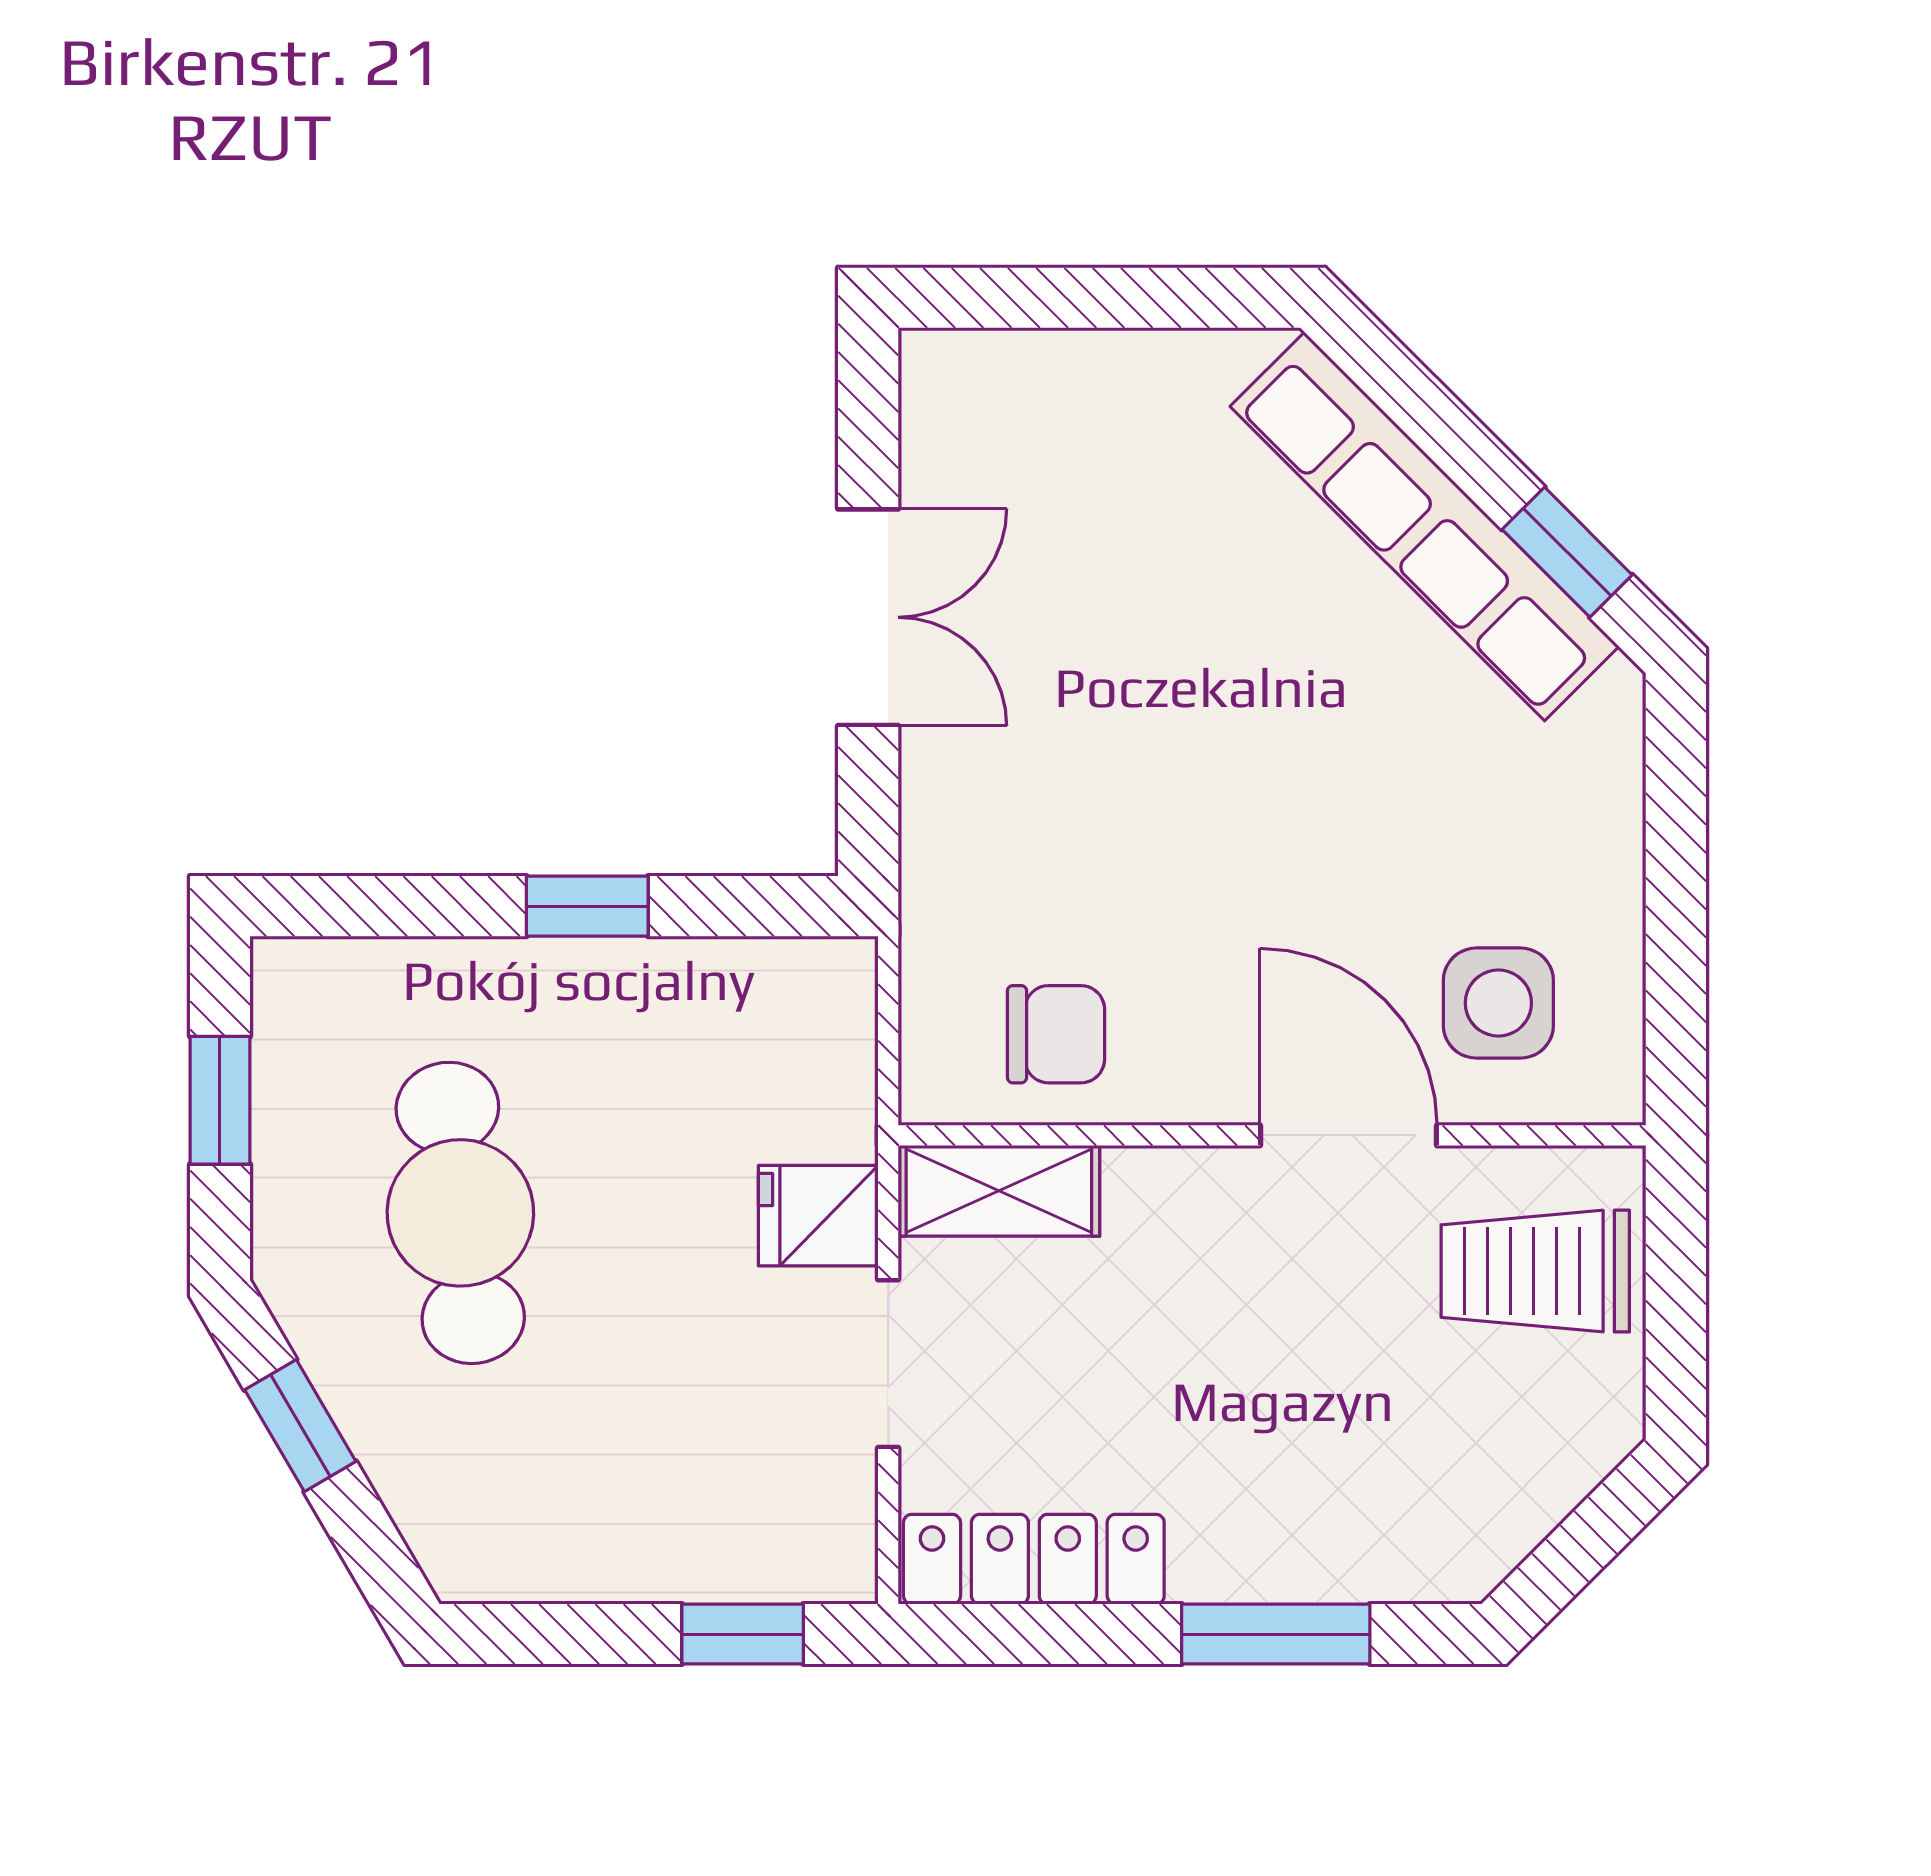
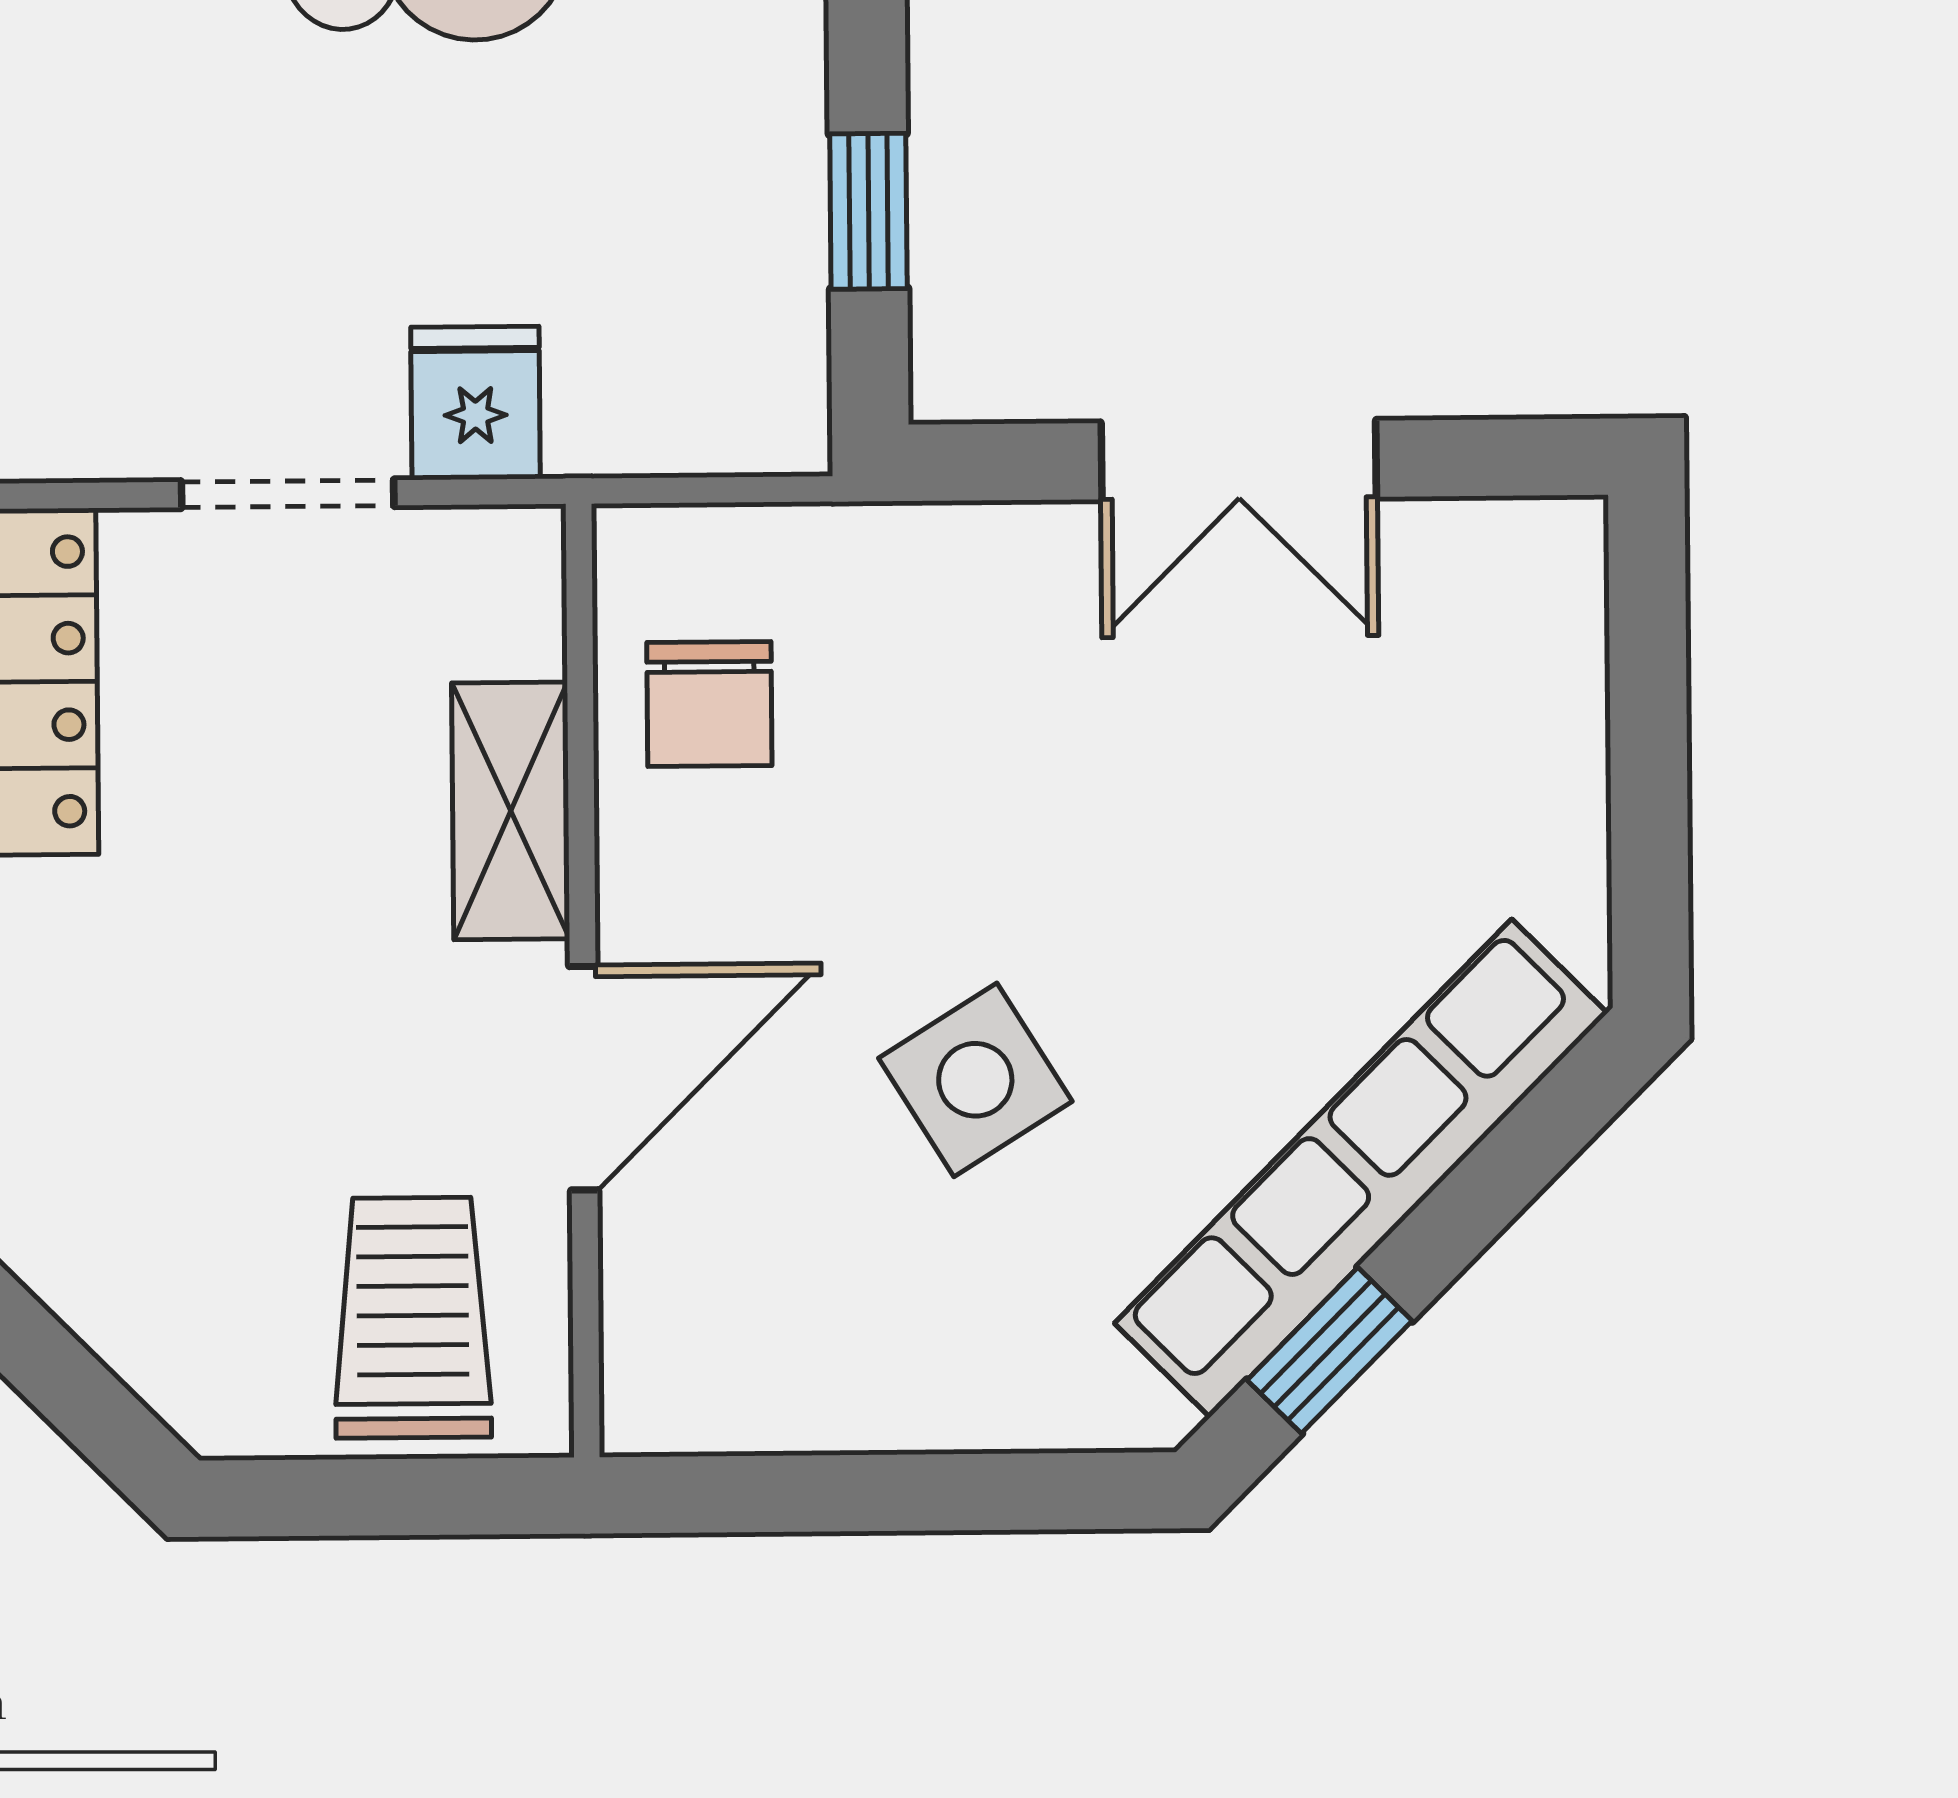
window: (587, 906) -> (868, 211), moved
side table: (1498, 1003) -> (975, 1080), moved, turned -32
shelving: (999, 1191) -> (511, 811), moved

